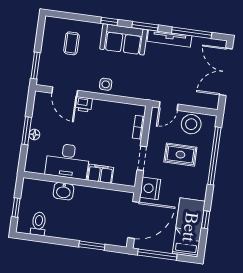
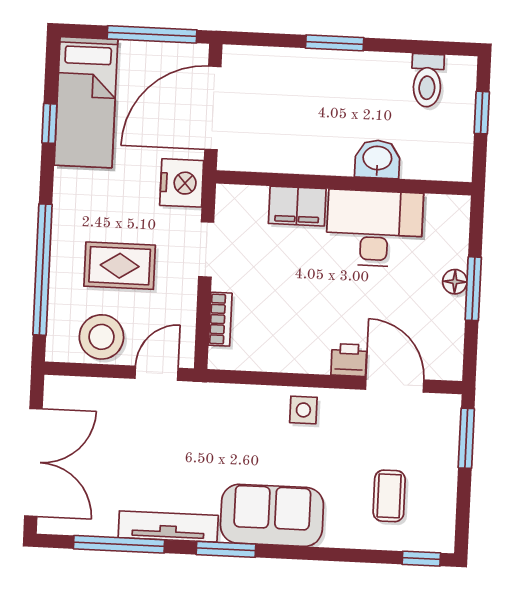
window: (109, 21) -> (421, 559), moved
window: (92, 246) -> (335, 43), moved

